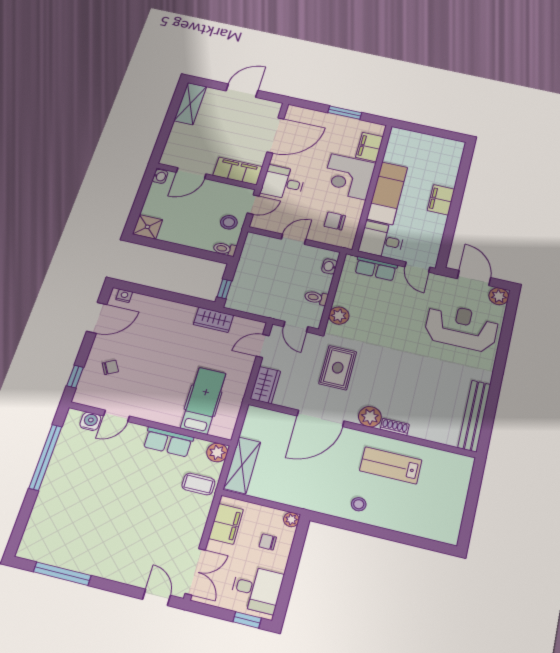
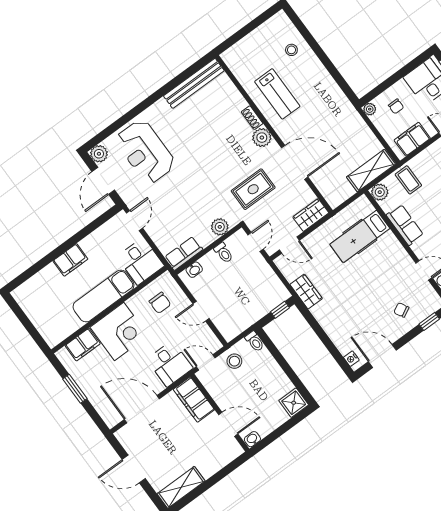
row of seats: (376, 269) -> (184, 253), moved, turned -90
stool: (359, 504) -> (291, 50), moved

